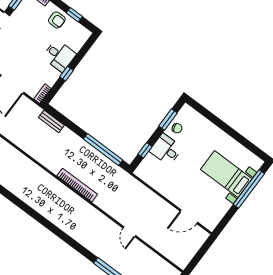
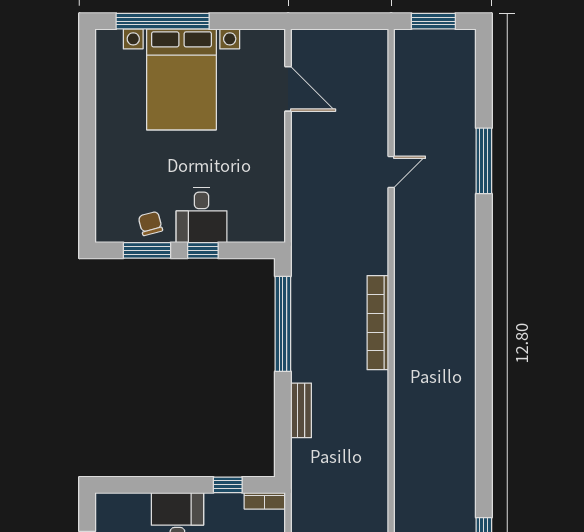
window: (67, 74) -> (228, 485), moved
bench: (51, 121) -> (301, 410), moved
window: (145, 150) -> (203, 250), moved
bed with nightstands: (226, 174) -> (181, 79), width x1.36

